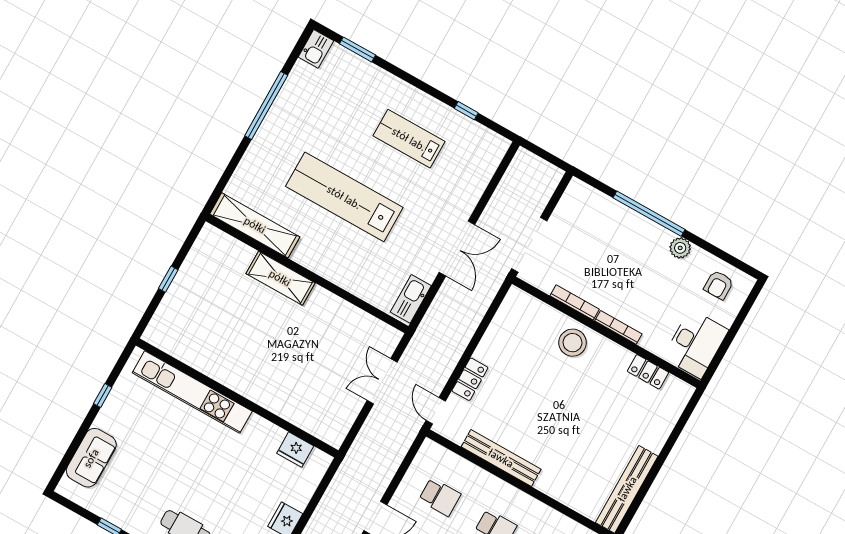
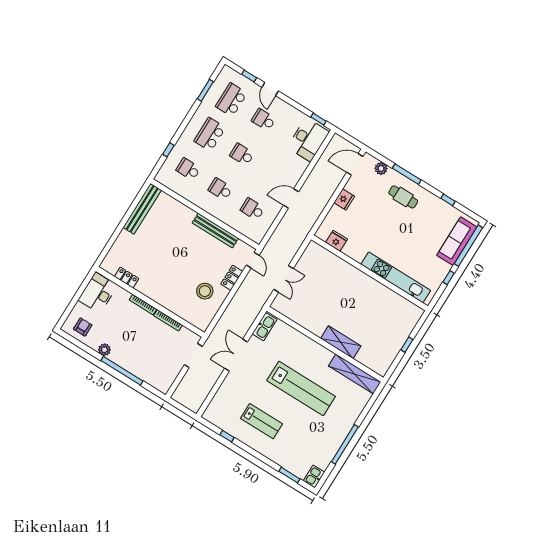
doorway: (529, 245) -> (193, 356), width x0.73
stool: (573, 343) -> (205, 291), moved
window: (71, 451) -> (468, 246), added
sofa: (91, 458) -> (457, 241), width x1.36

